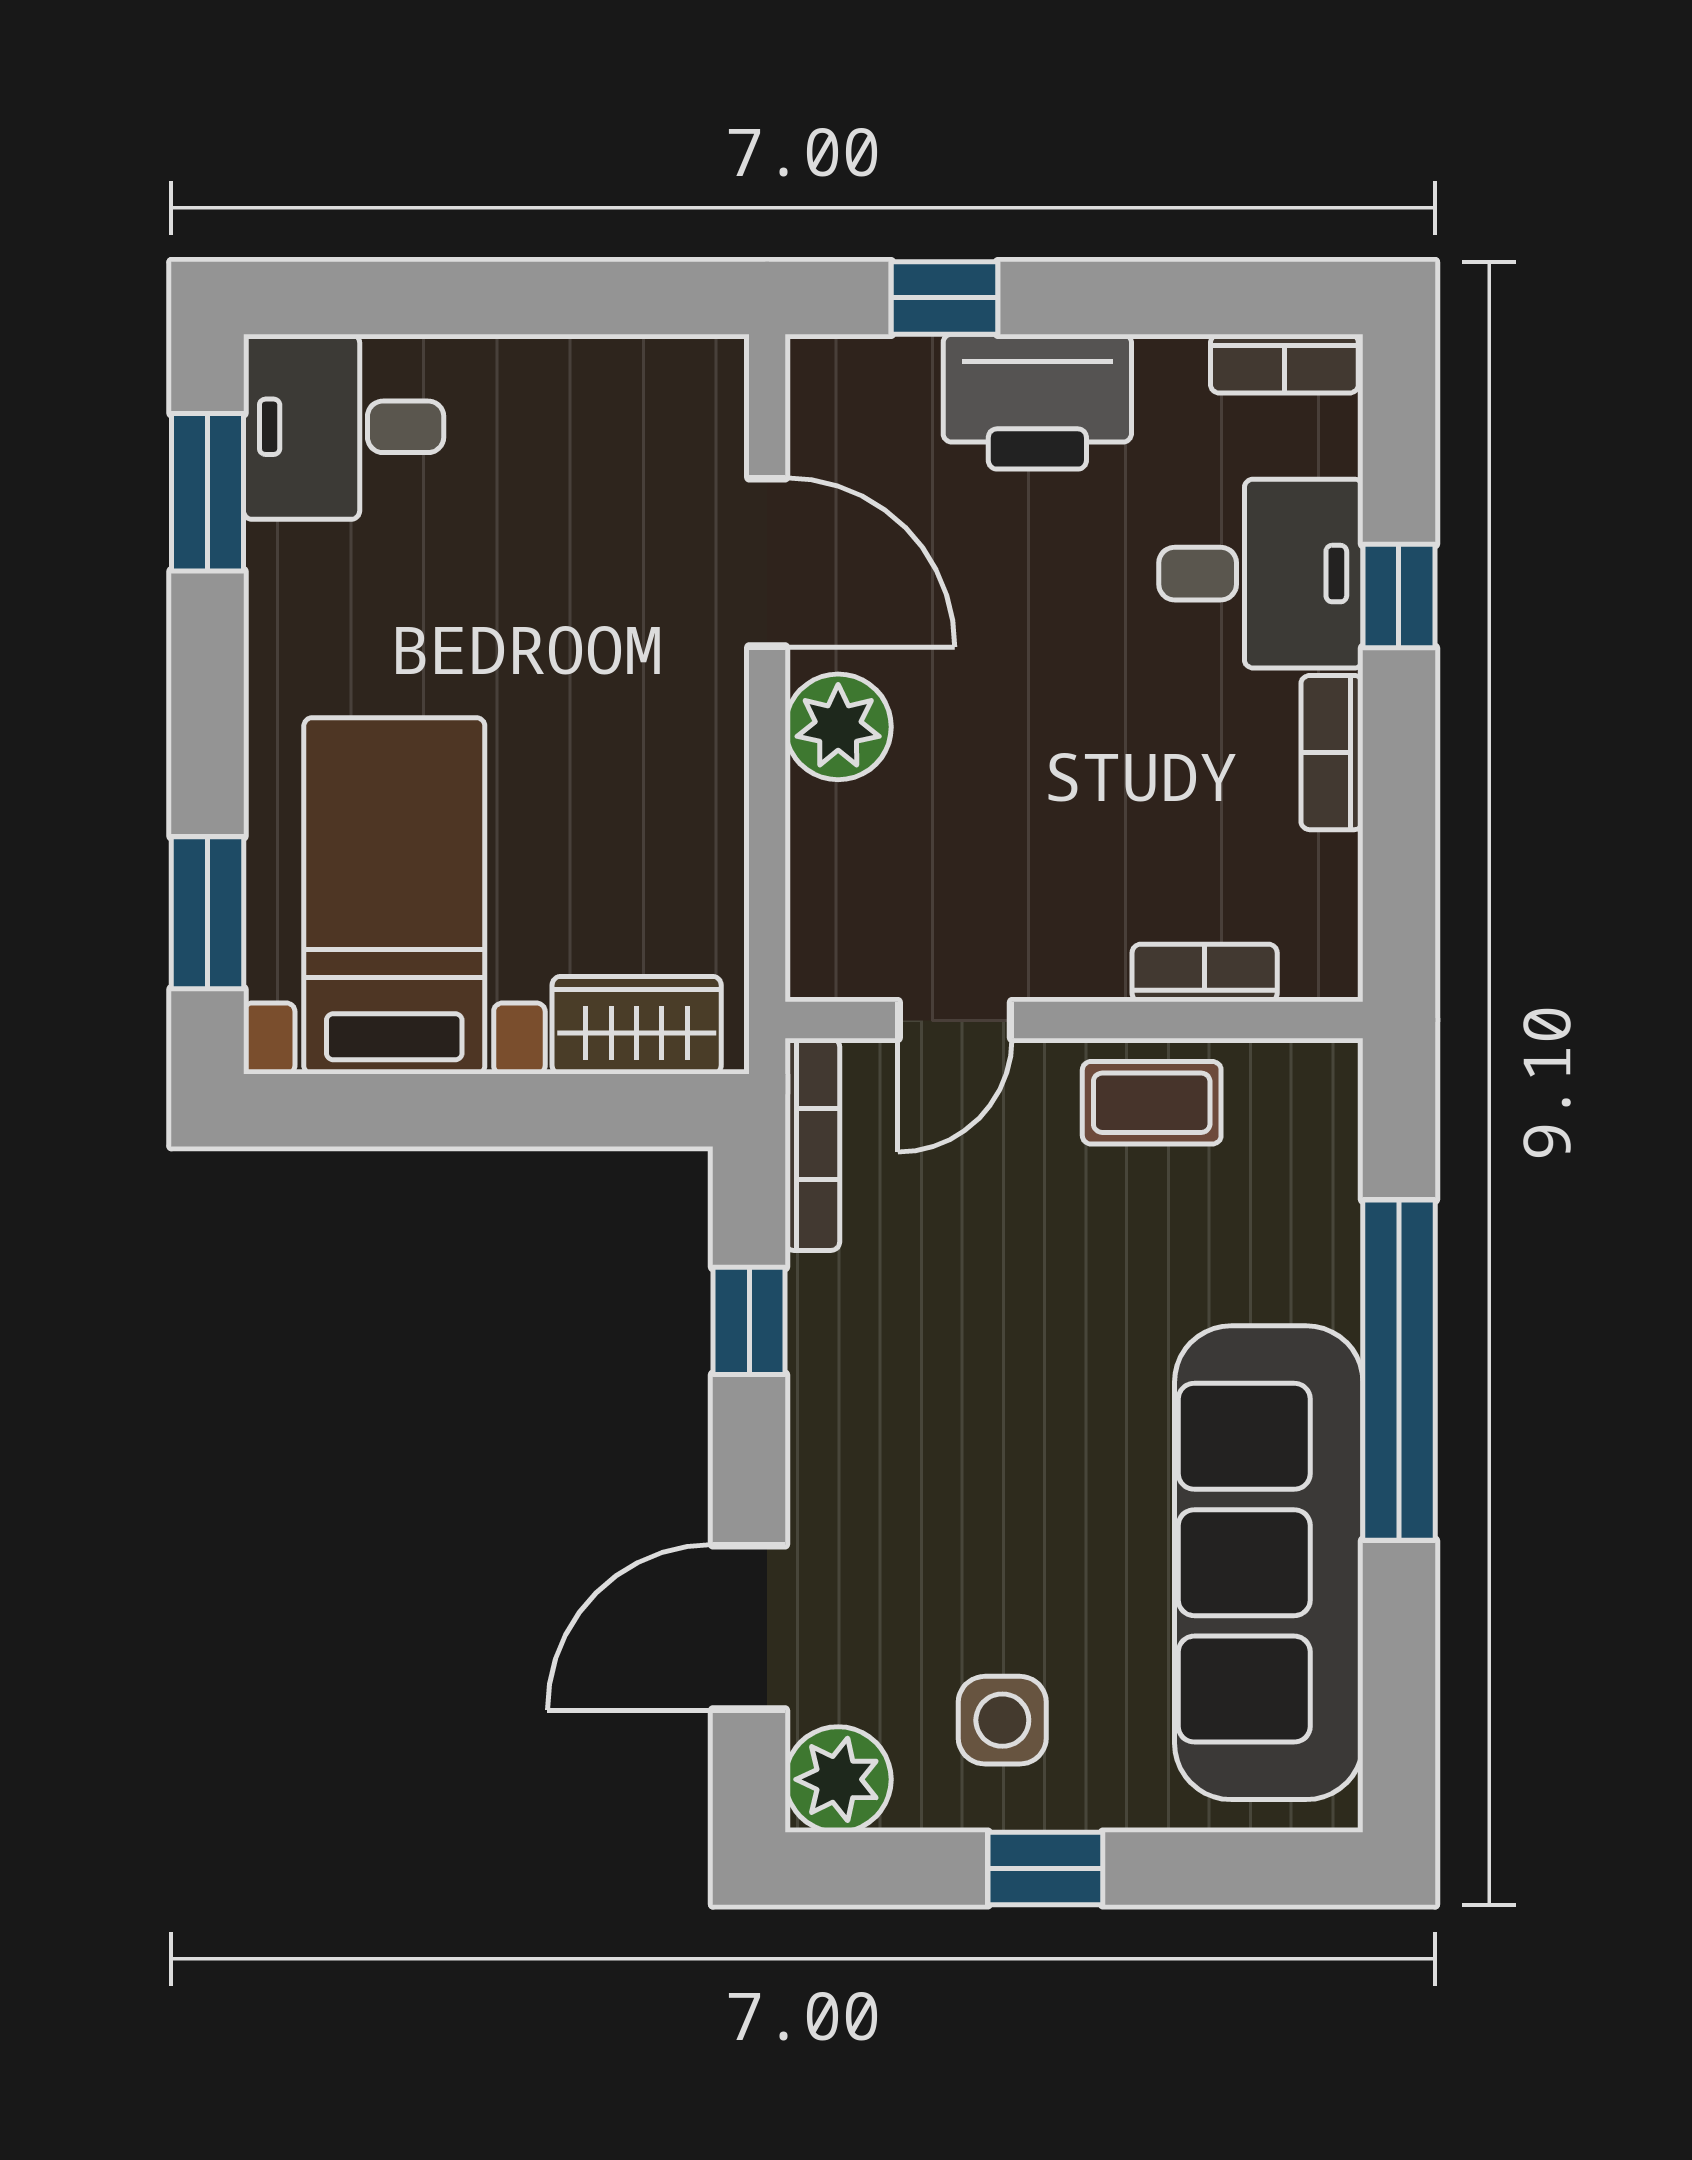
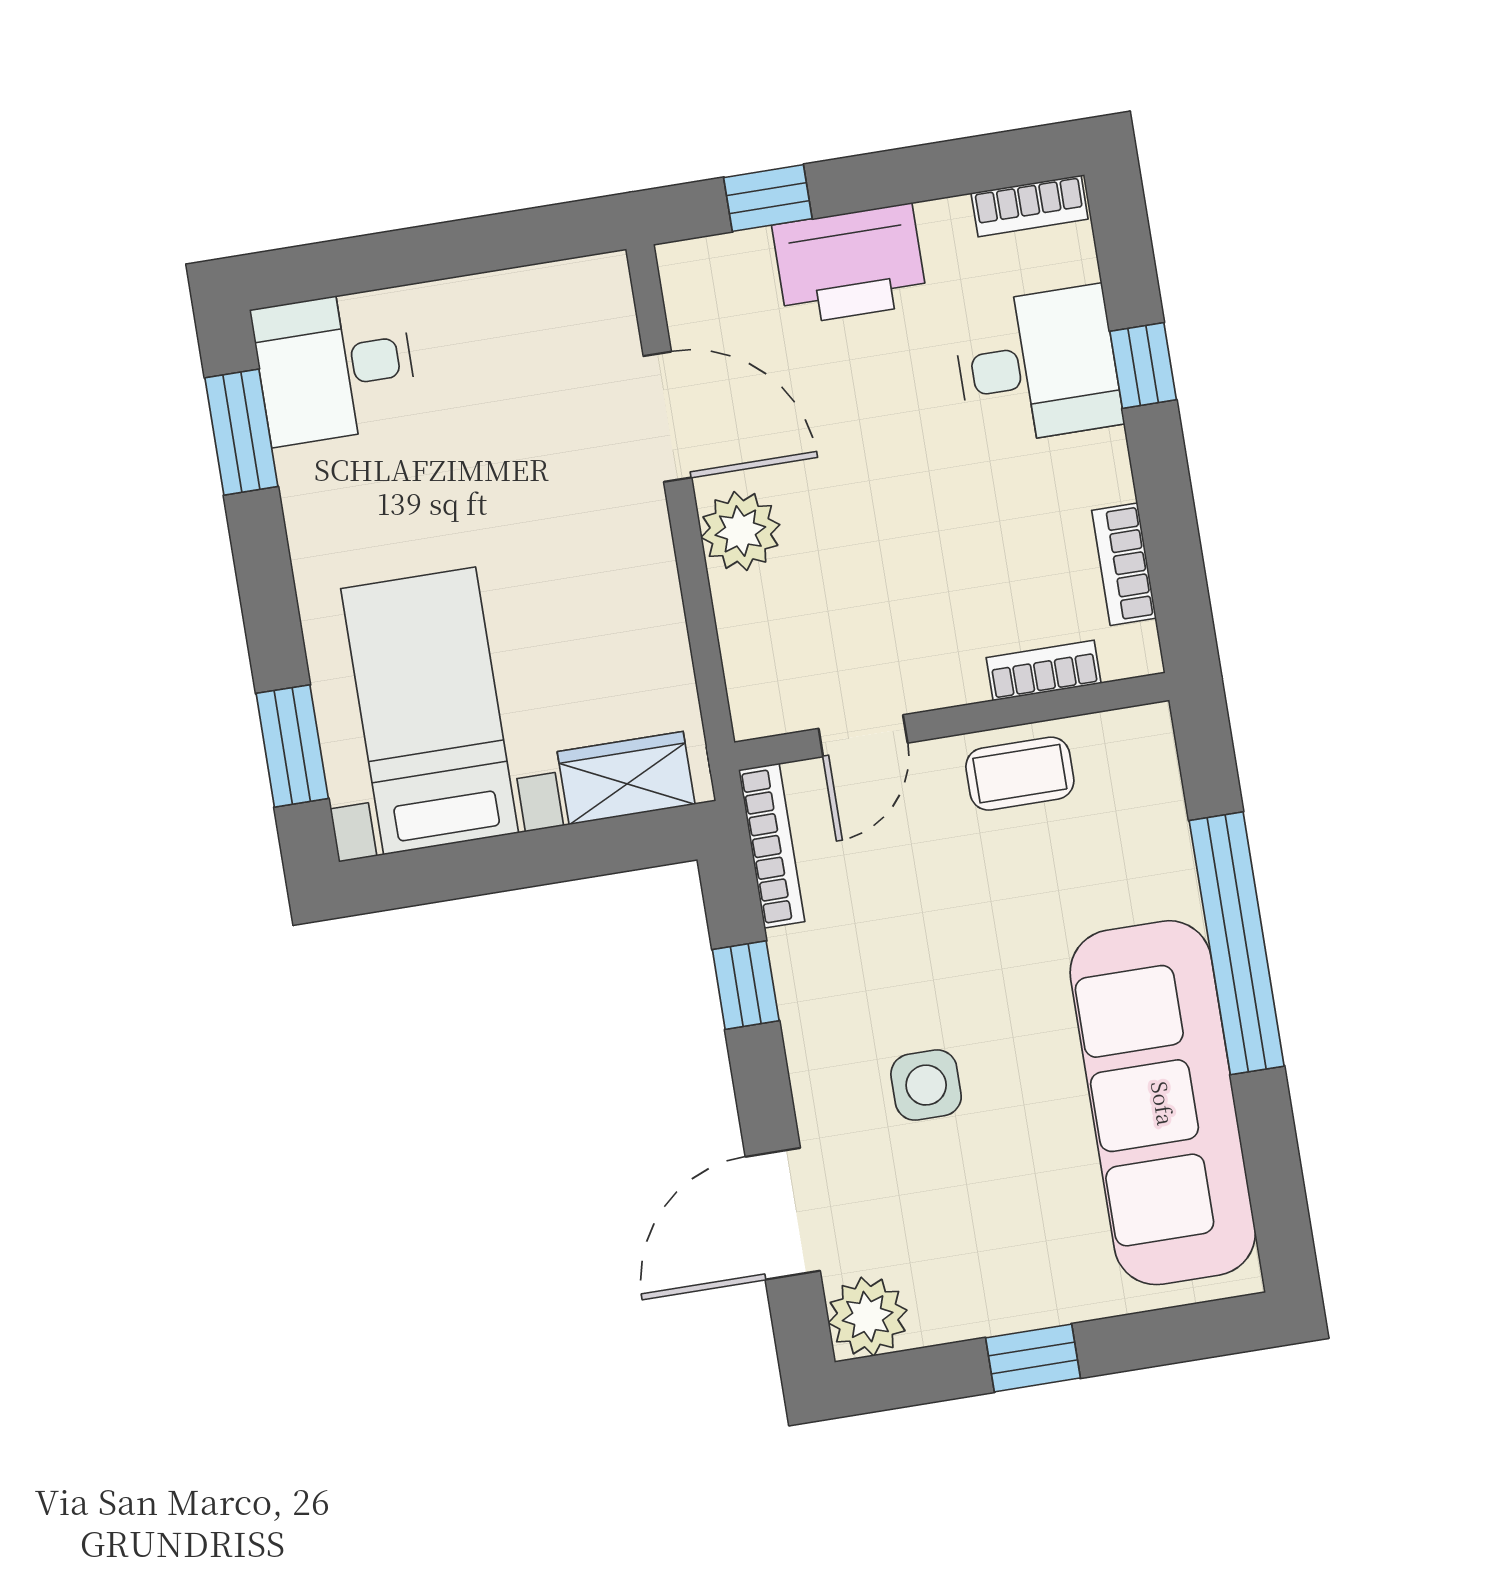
bookcase: (1332, 753) -> (1124, 564), moved
side table: (1002, 1720) -> (926, 1085), moved

